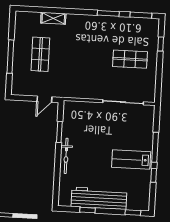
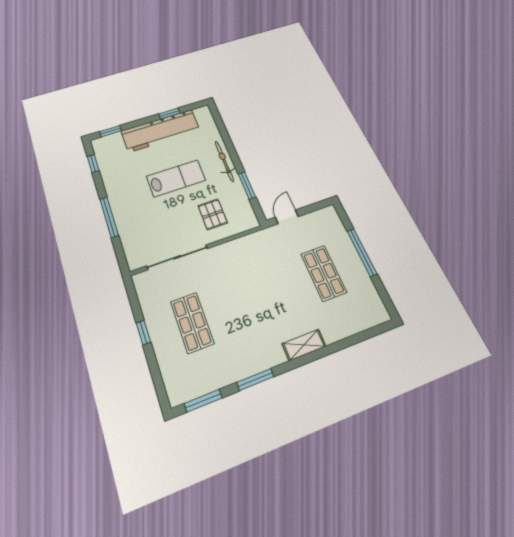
shelving: (53, 18) -> (304, 345), moved
window: (161, 44) -> (143, 333), moved
shop shelf: (130, 59) -> (192, 323), turned 90
pallet: (90, 121) -> (213, 214), added
lab bench: (131, 160) -> (176, 178), moved
window: (154, 175) -> (93, 164), moved

